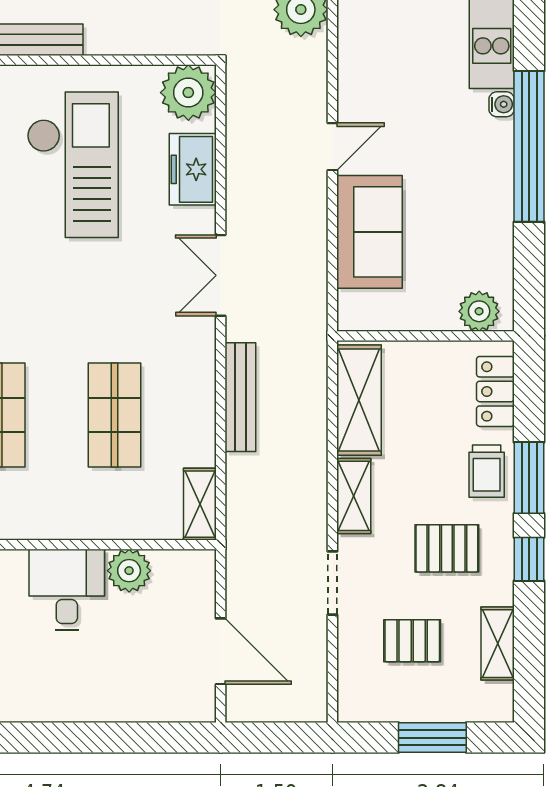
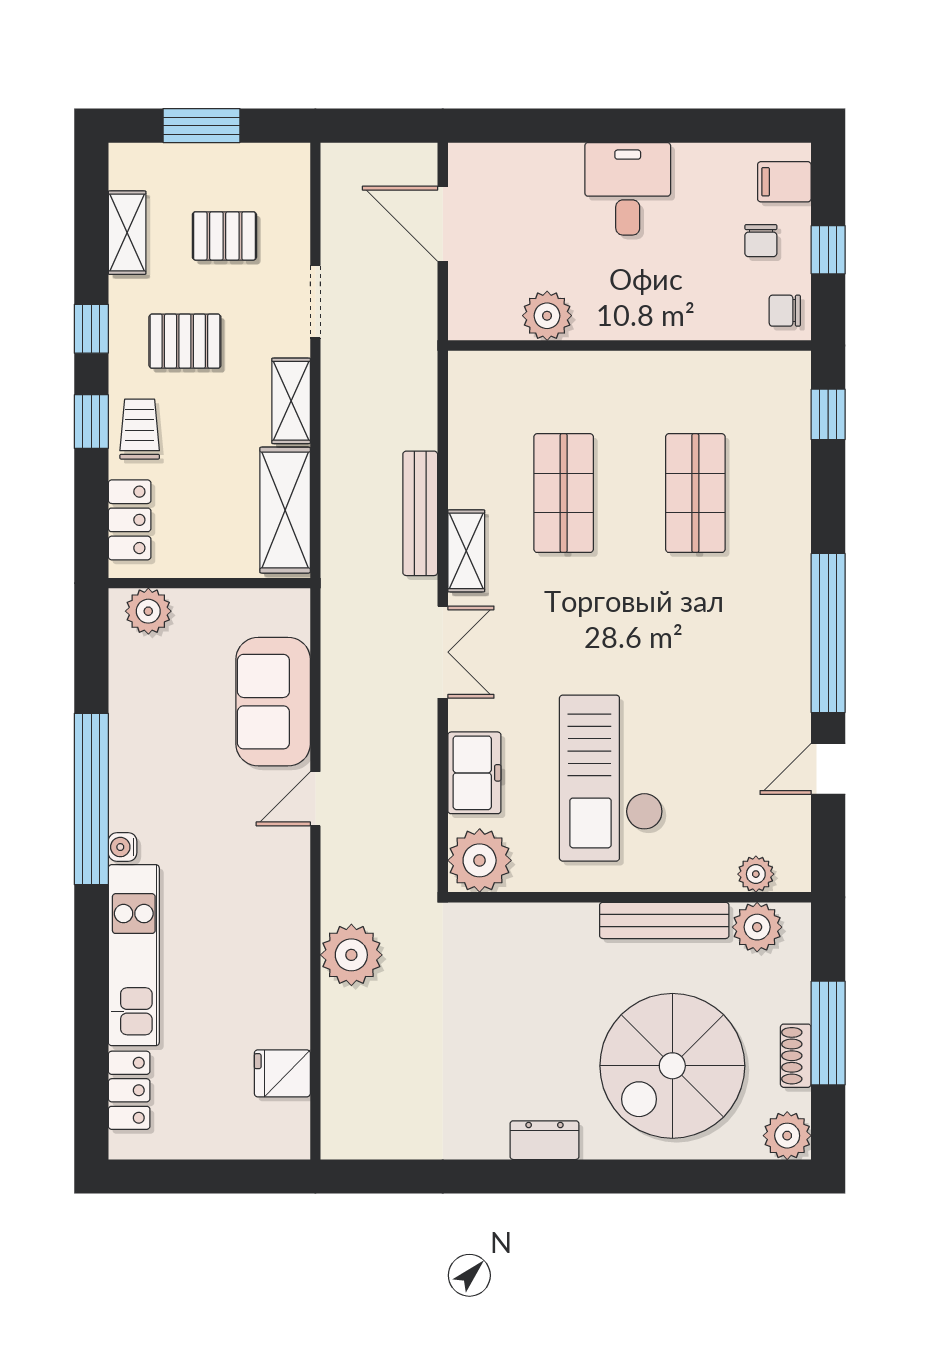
window: (529, 478) -> (91, 422), width x0.67
shelving: (200, 504) -> (466, 551), moved
desk: (67, 590) -> (628, 189), moved, turned 180

